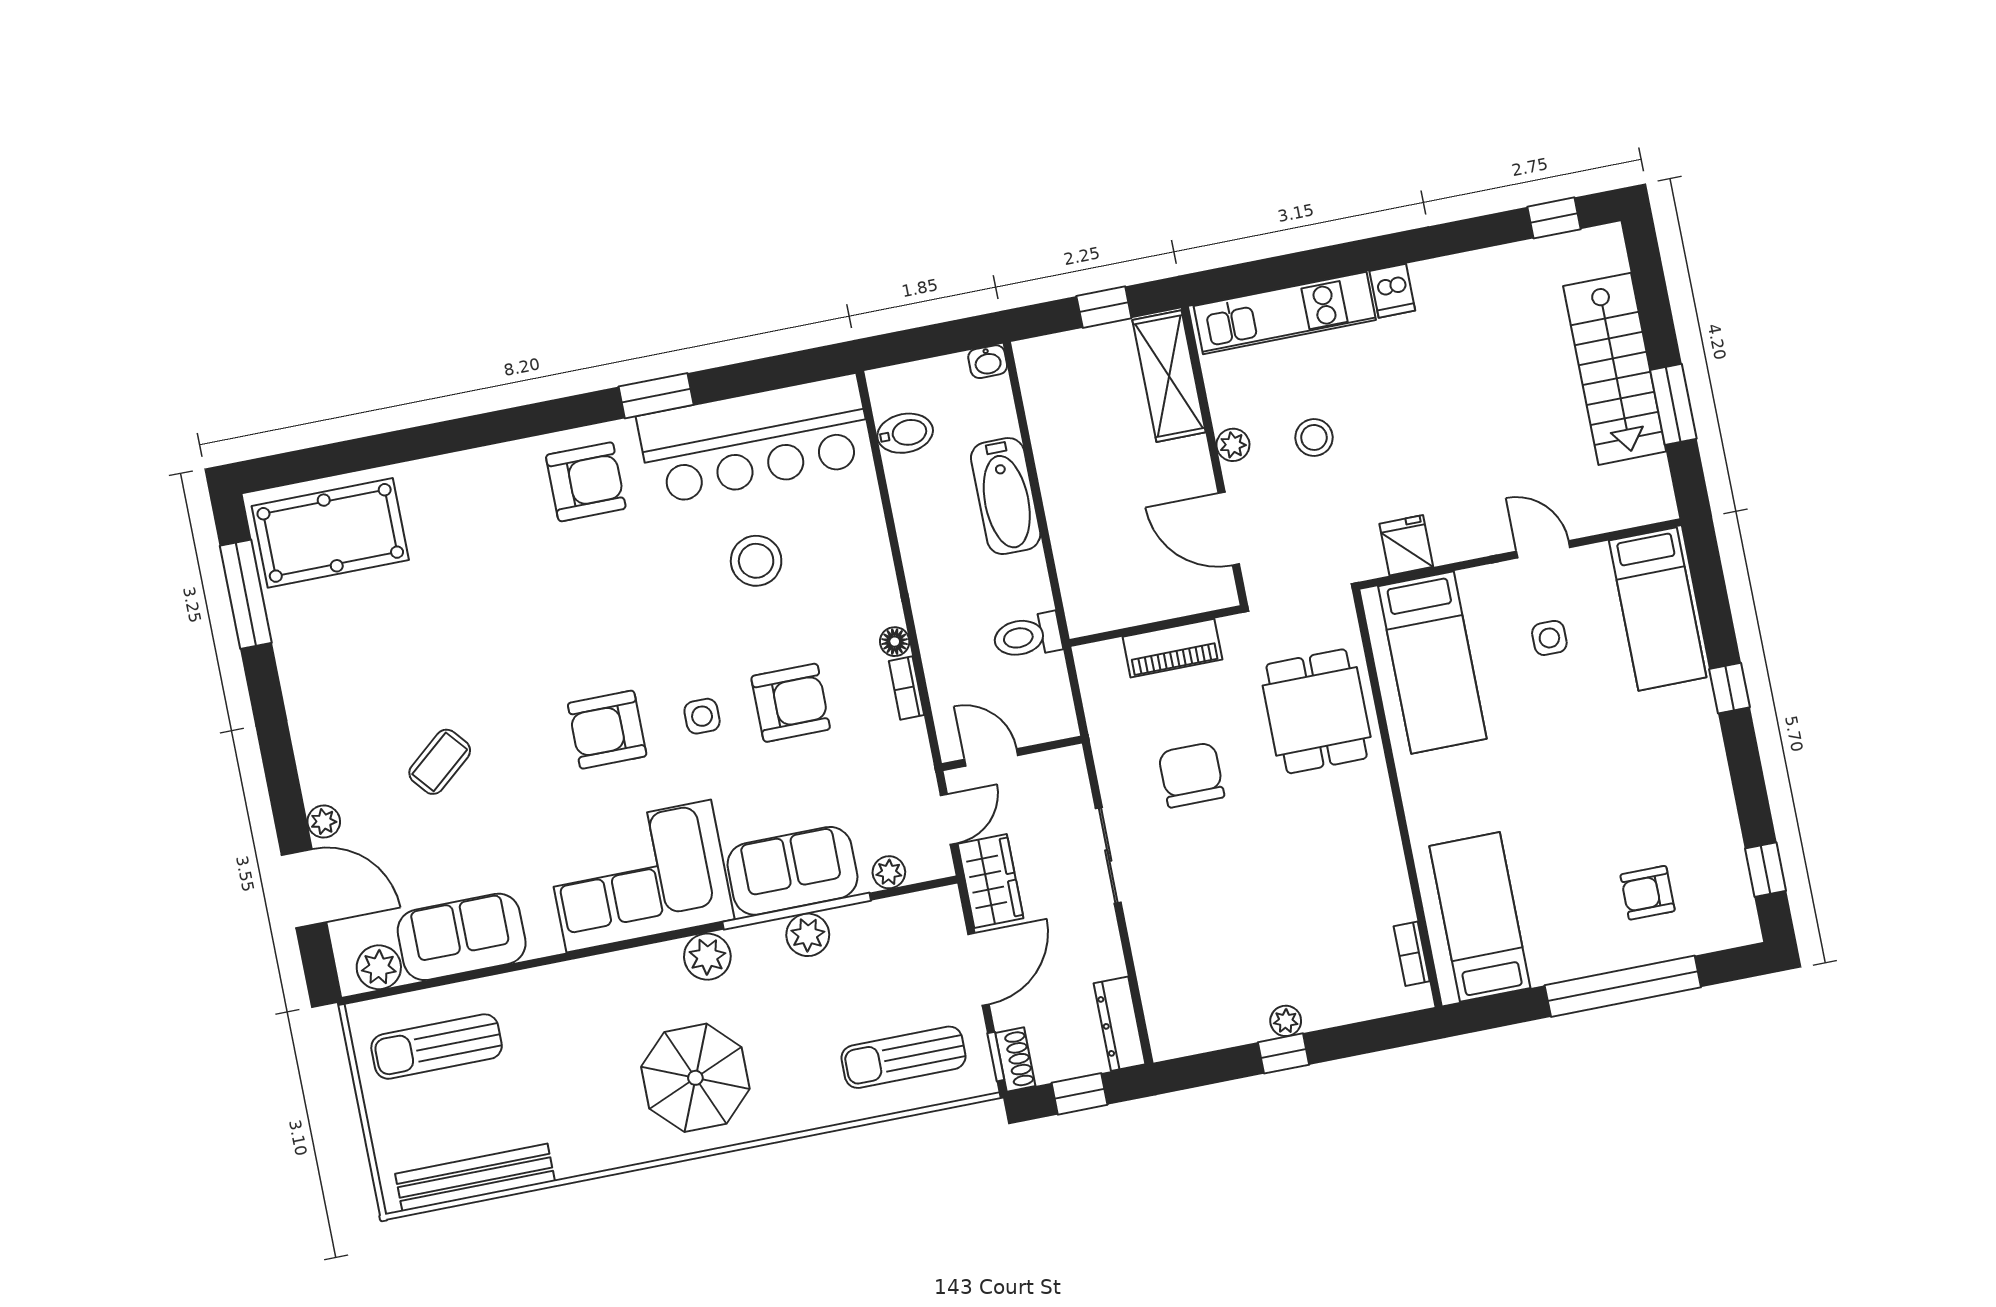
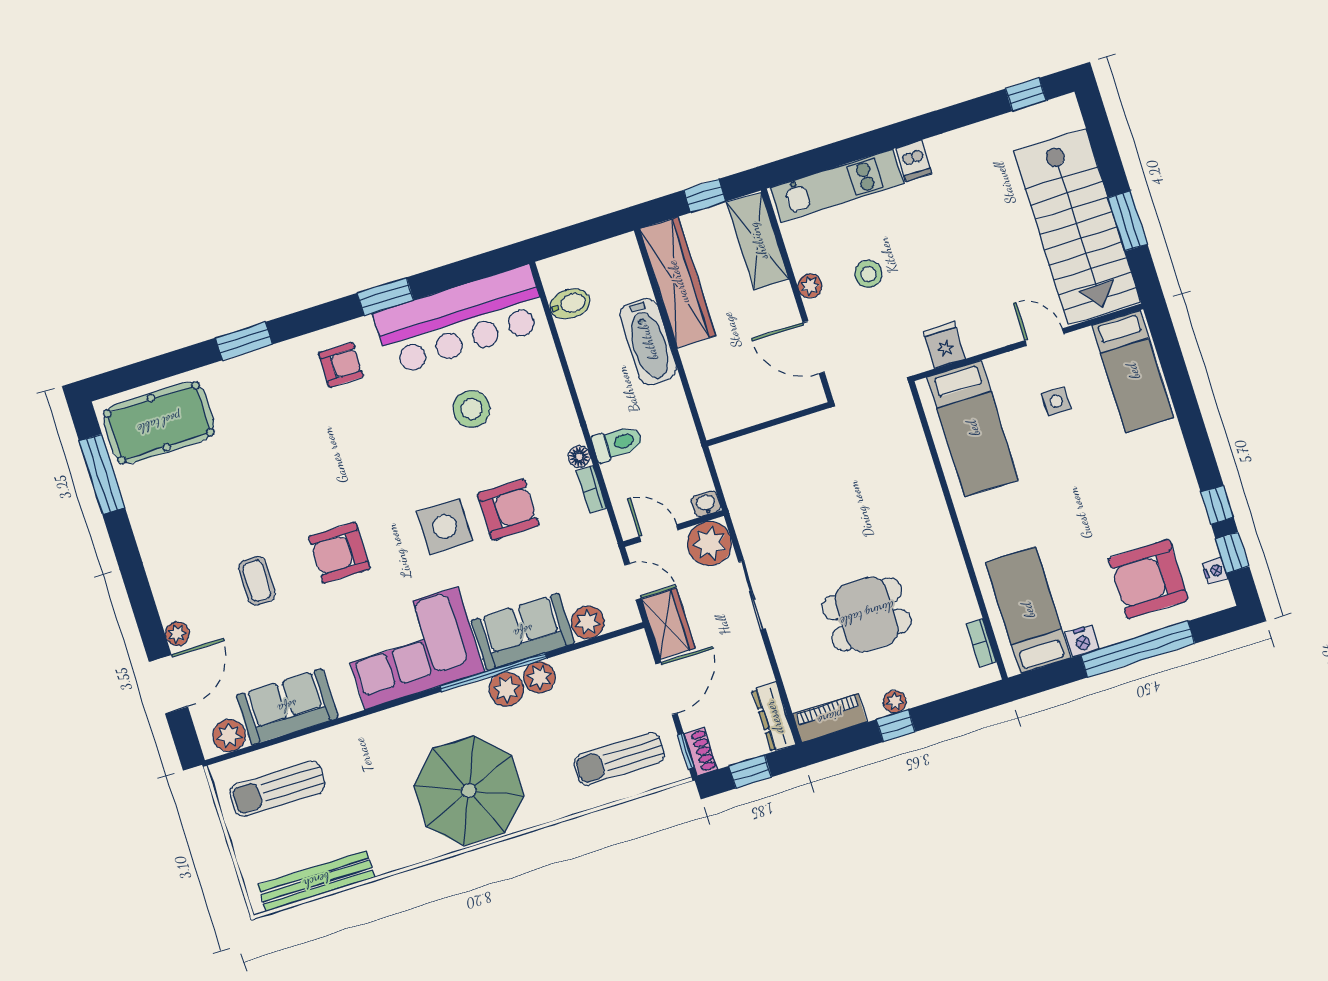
washbasin: (988, 362) -> (706, 504), moved, turned 180
stairs: (1615, 369) -> (1077, 227), width x1.36, depth x1.51
wardrobe: (1054, 420) -> (678, 282), added
window: (458, 435) -> (244, 341), added
armchair: (586, 482) -> (341, 365), width x0.72, depth x0.72
toilet: (1027, 636) -> (618, 443), moved, turned 180
piano: (1172, 648) -> (830, 718), moved, turned 180
window: (1729, 688) -> (1217, 505), moved
dining table: (1317, 711) -> (867, 614), moved, turned 90
side table: (702, 716) -> (445, 526), width x1.87, depth x1.87
armchair: (607, 730) -> (339, 553), moved
coffee table: (440, 762) -> (257, 581), turned -50
chair: (1191, 775) -> (806, 530), removed
plant: (1058, 779) -> (709, 543), added
door: (949, 819) -> (633, 582), hinge flipped
plant: (889, 872) -> (588, 622), width x1.38, depth x1.38
door: (304, 889) -> (168, 684), hinge flipped
nightstand: (1739, 892) -> (1215, 571), added
armchair: (1648, 893) -> (1148, 579), width x1.88, depth x1.88
window: (797, 911) -> (493, 672), moved
plant: (707, 957) -> (506, 689), moved
nightstand: (1549, 967) -> (1082, 641), added
parasol: (695, 1078) -> (469, 791), width x1.36, depth x1.36

